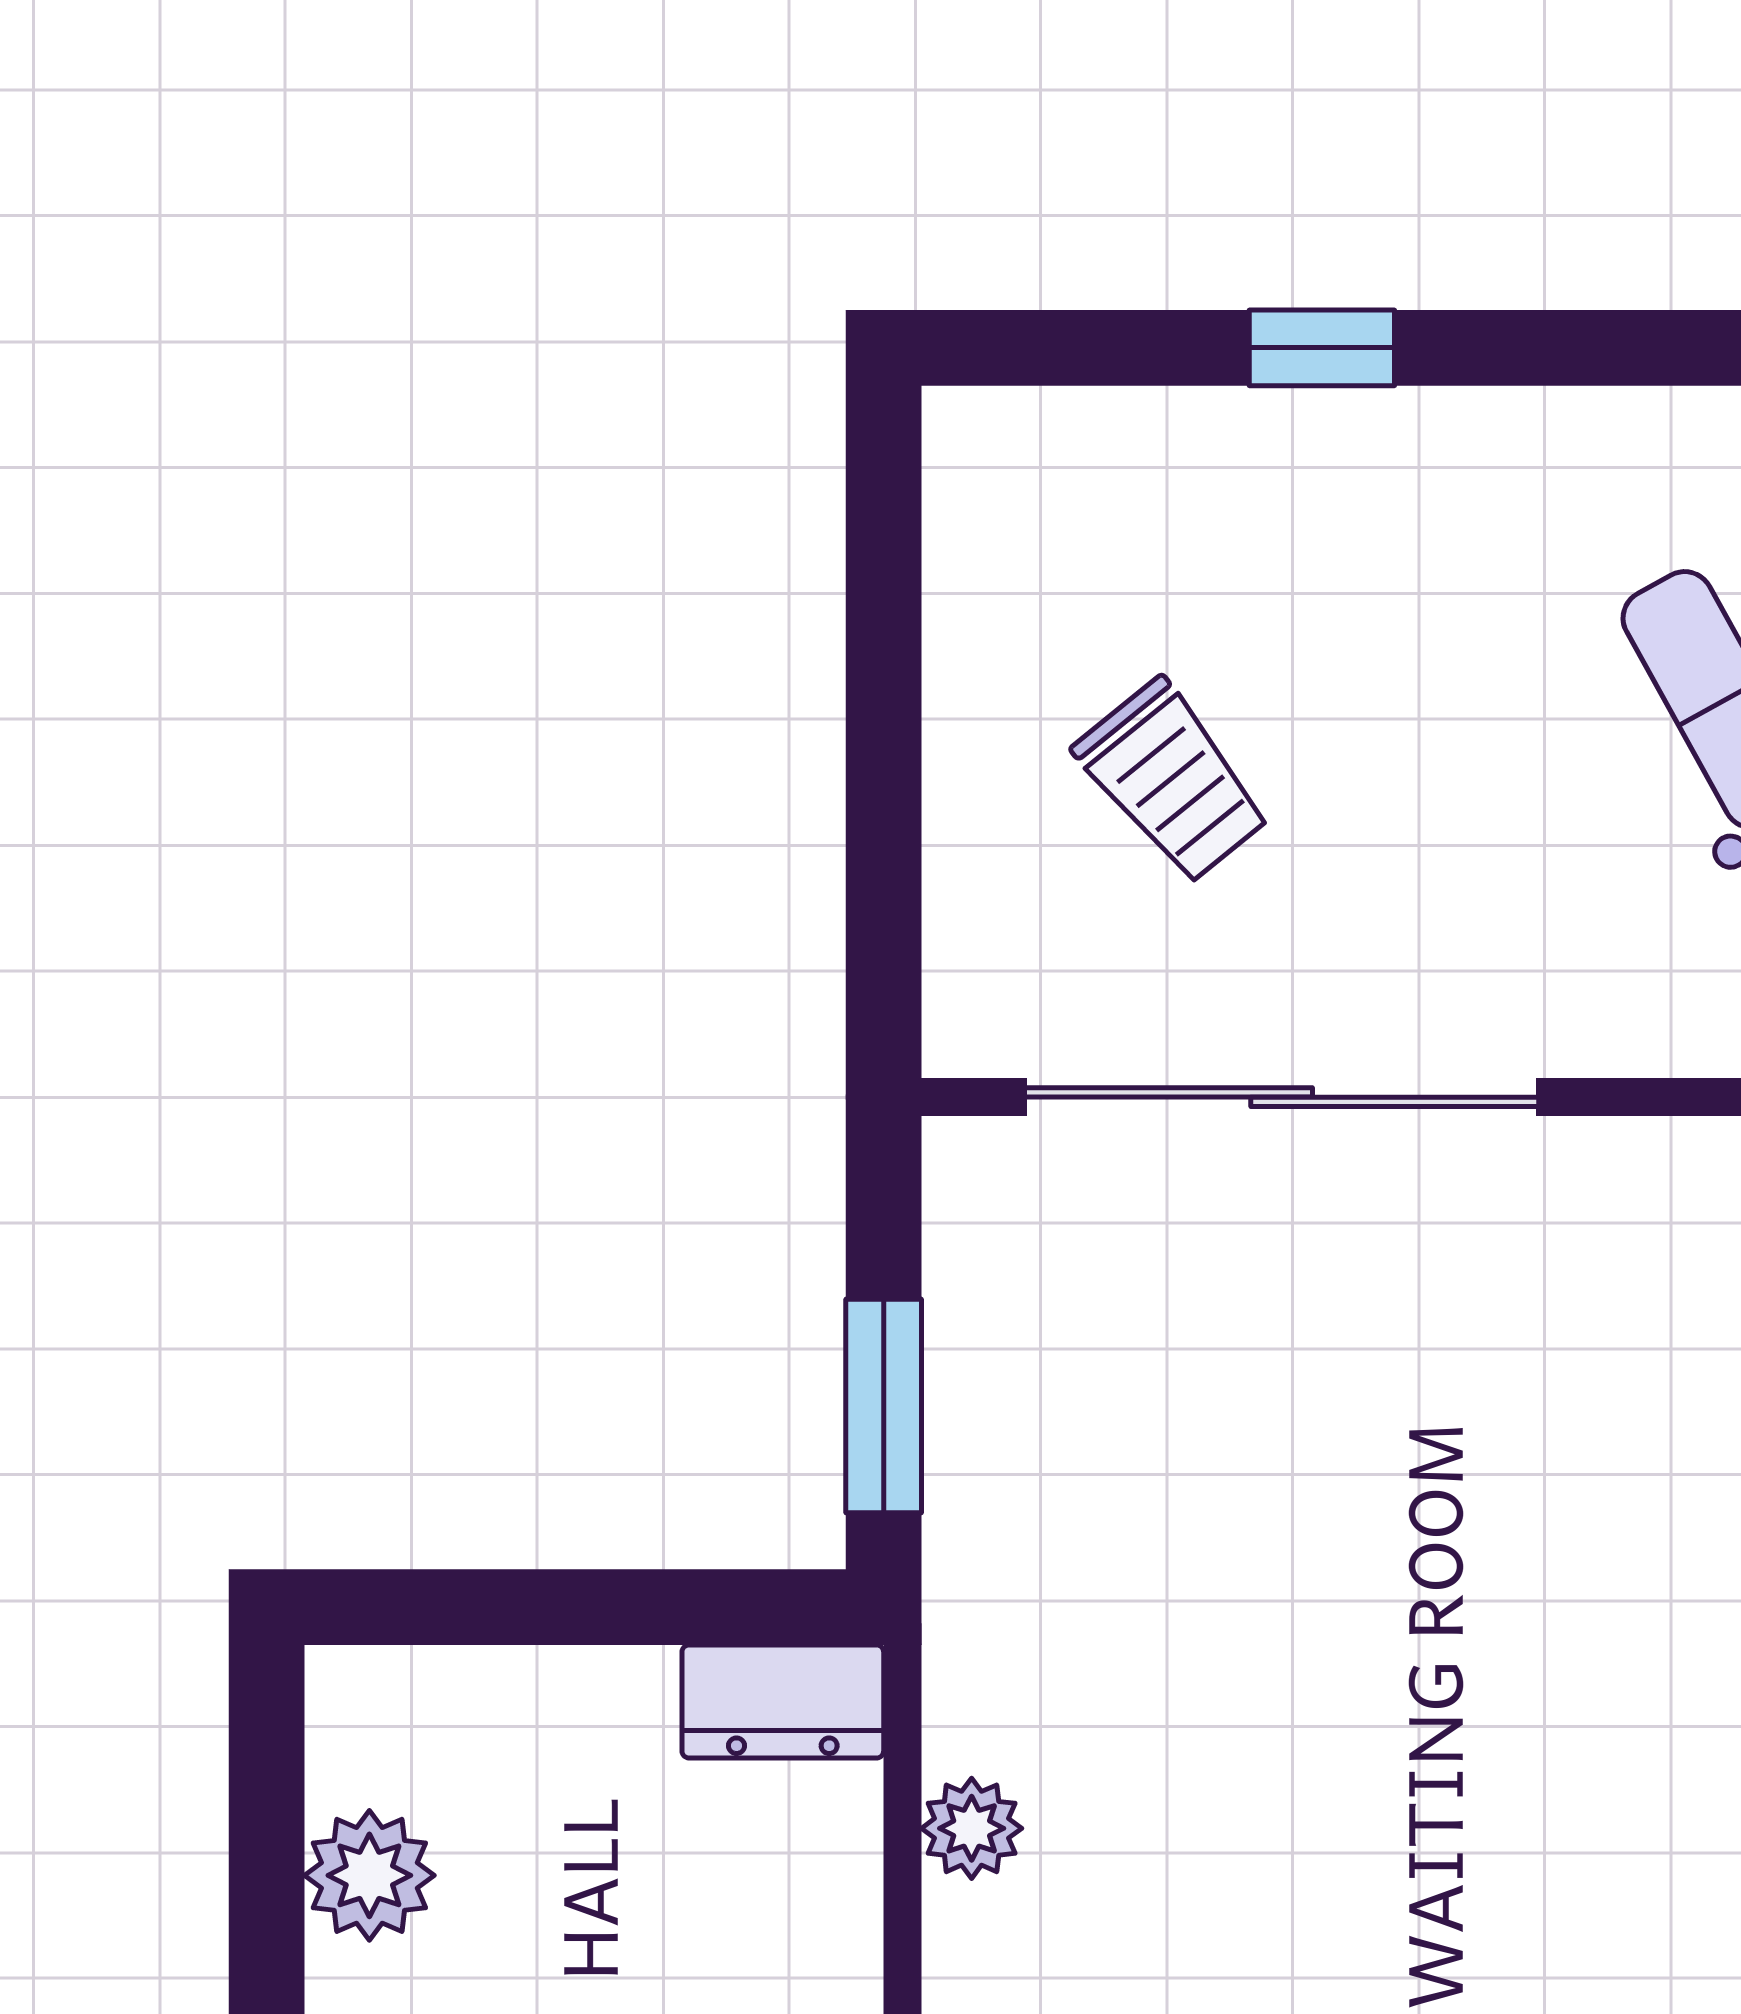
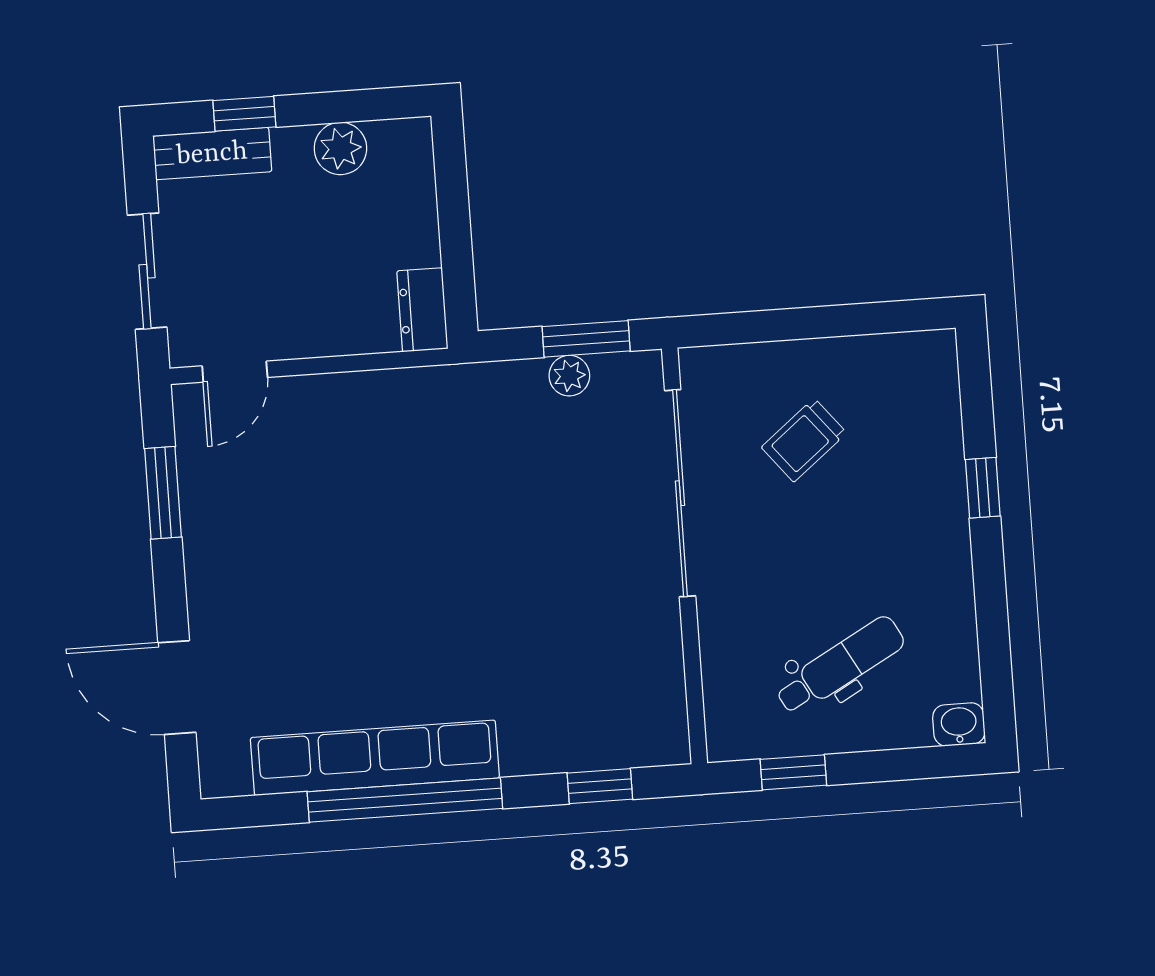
window: (884, 1406) -> (586, 339), moved
plant: (972, 1828) -> (569, 376), moved

